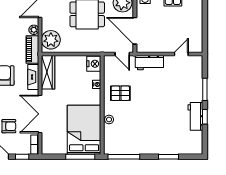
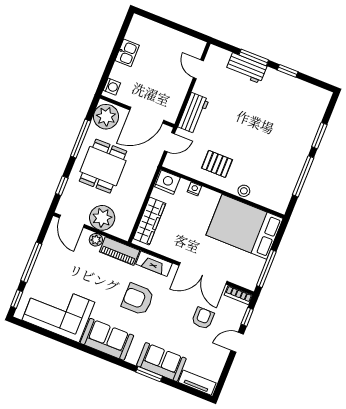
plant: (51, 40) -> (102, 218), moved
wardrobe: (48, 72) -> (149, 221), moved, turned 90
pallet: (120, 93) -> (217, 164), turned 90
workbench: (195, 116) -> (246, 68), moved
window: (80, 157) -> (266, 269), moved
window: (124, 157) -> (303, 176), moved

